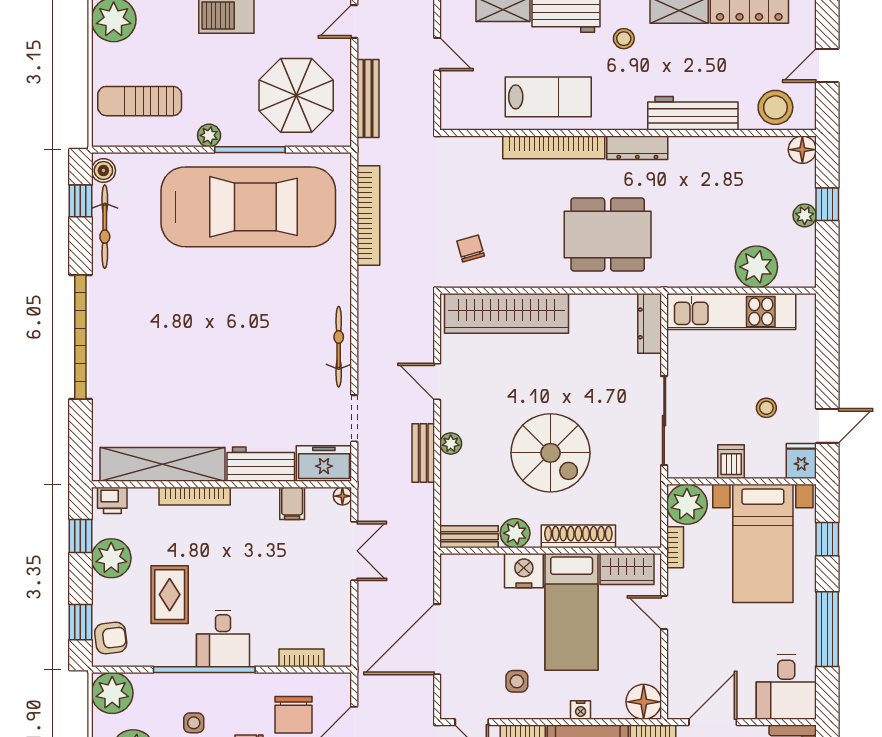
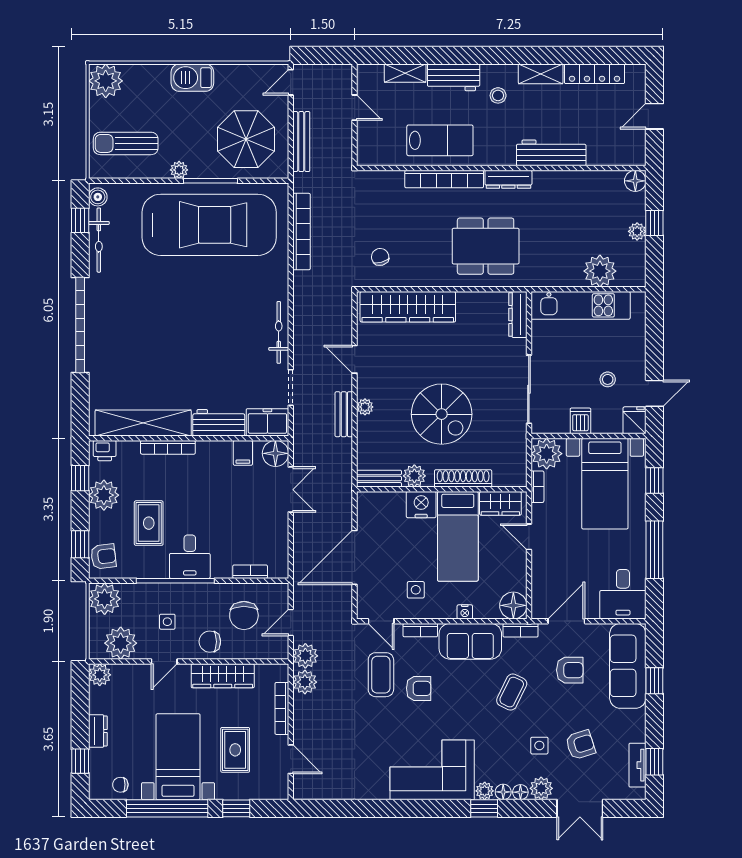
stool: (775, 107) -> (615, 148), removed
floor lamp: (342, 496) -> (275, 453), width x1.89, depth x1.89

